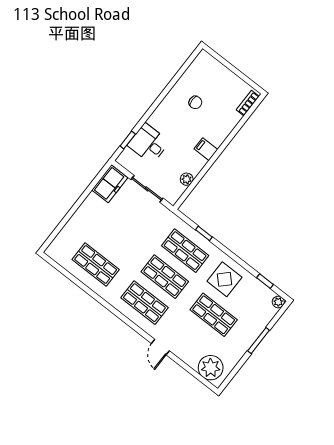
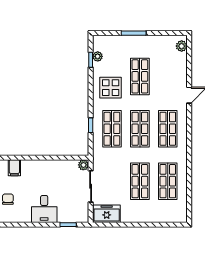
desk: (148, 144) -> (44, 209), moved
filing cabinet: (206, 149) -> (14, 168), moved
plant: (187, 179) -> (83, 165), moved
shop shelf: (116, 238) -> (140, 181), added
plant: (278, 302) -> (98, 56), moved
plant: (211, 368) -> (182, 46), width x0.53, depth x0.53

